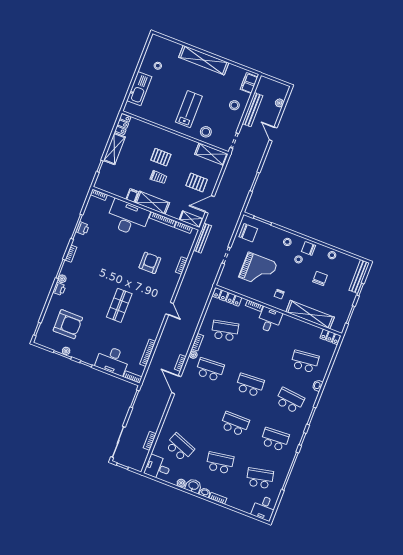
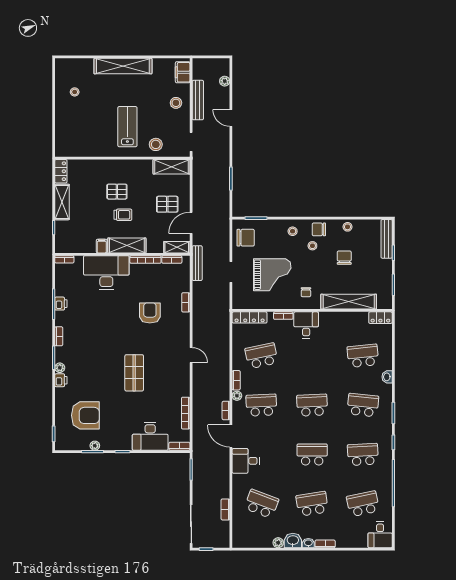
kitchen sink: (139, 89) -> (64, 125), removed
desk: (158, 467) -> (246, 461), moved

